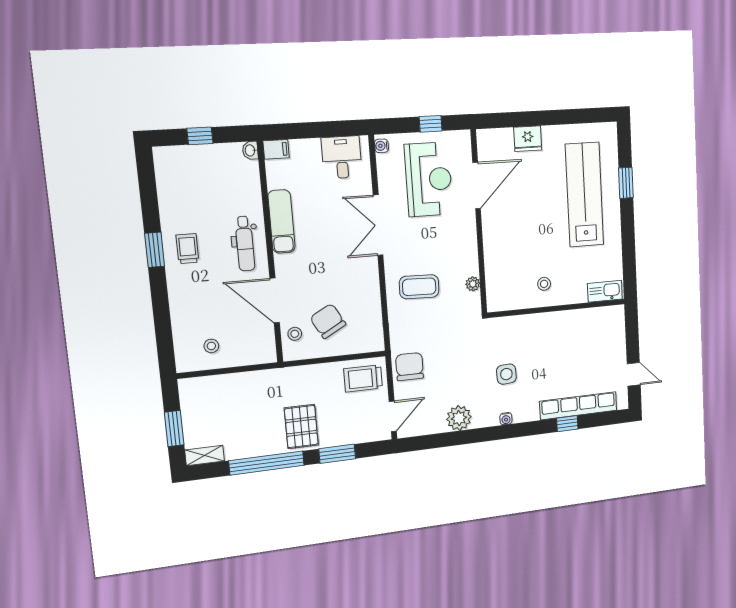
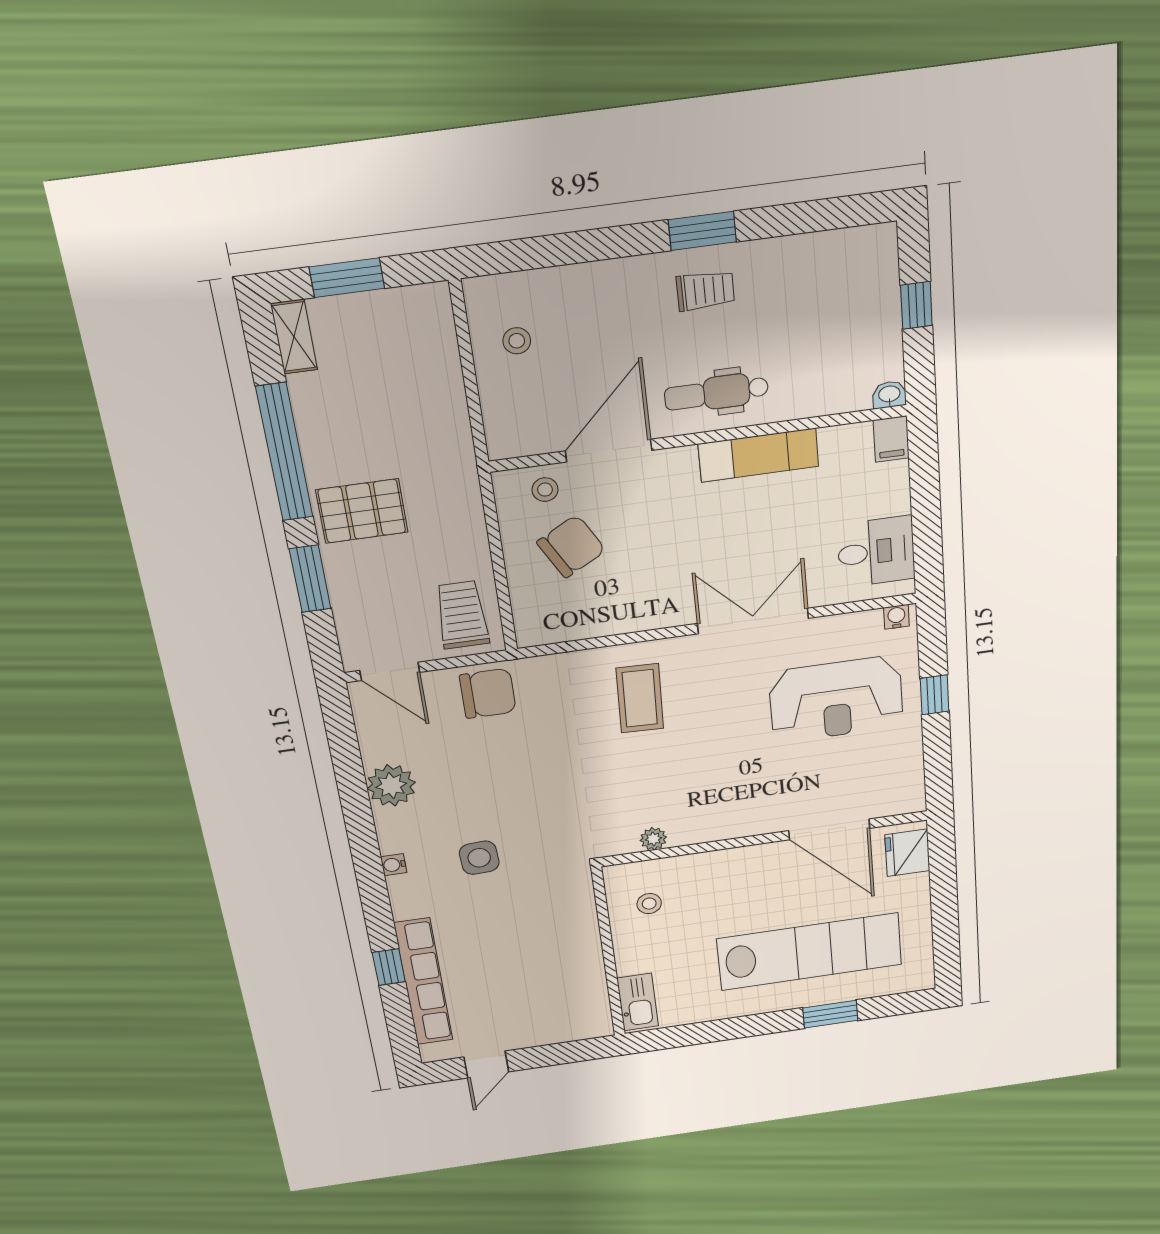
door: (477, 186) -> (829, 829), moved
wall: (479, 222) -> (764, 839), moved
plant: (473, 284) -> (653, 839), moved

